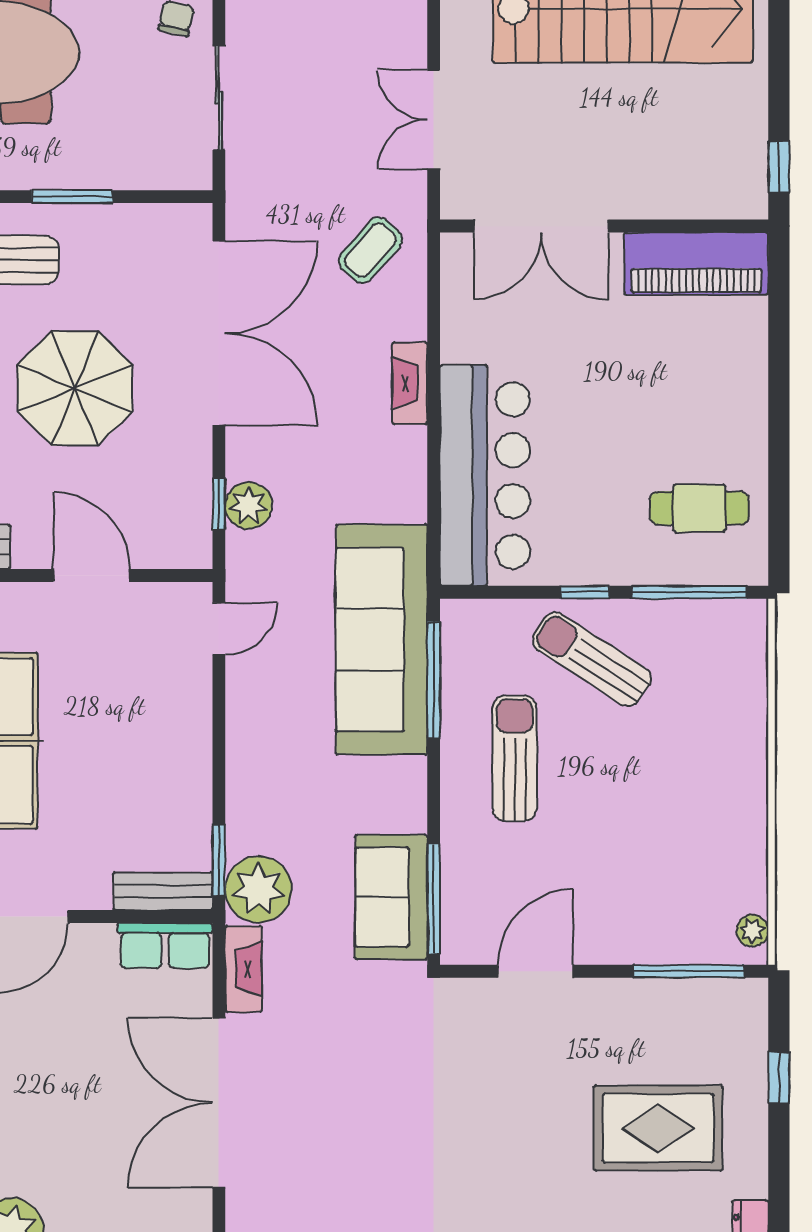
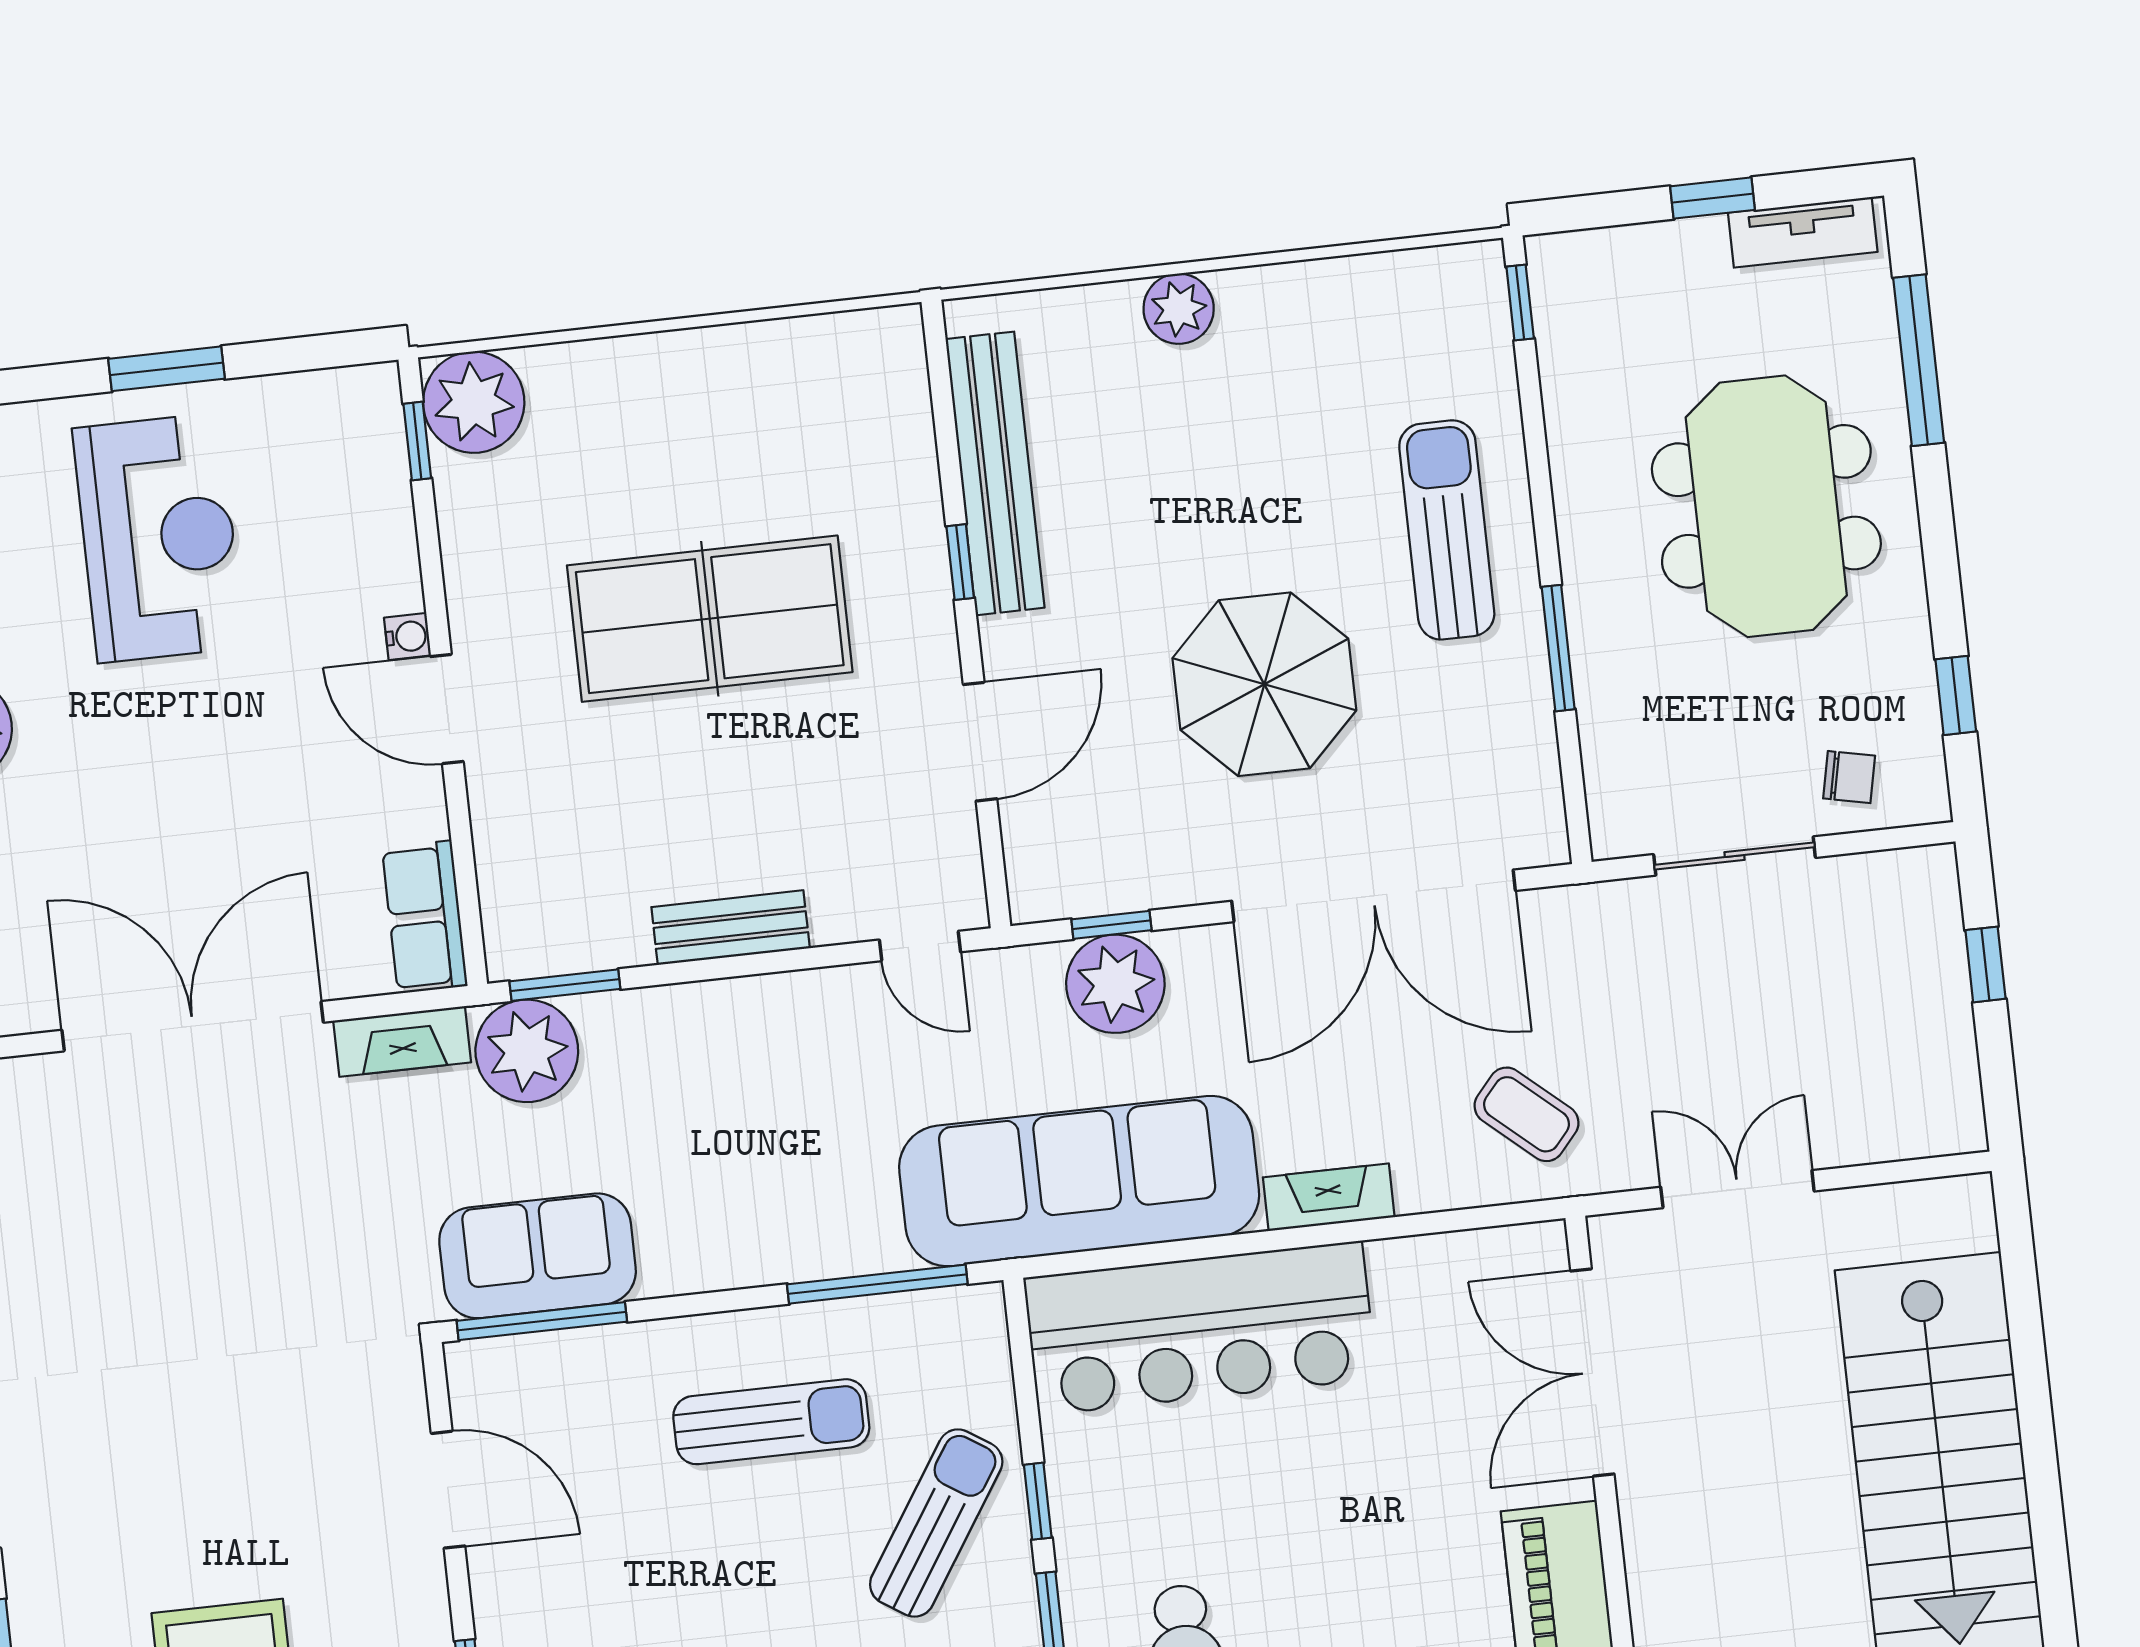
plant: (249, 506) -> (1115, 984), width x1.36, depth x1.36
sofa: (382, 640) -> (1079, 1181), moved
bench: (163, 891) -> (731, 928), moved, turned 90

